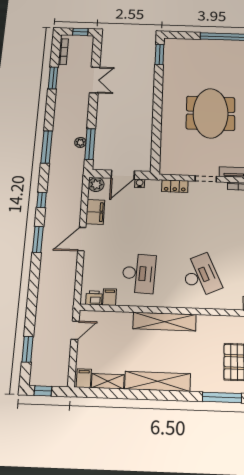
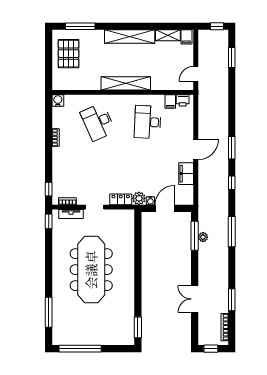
meeting table: (211, 113) -> (91, 270), width x1.36
plant: (96, 185) -> (139, 198), moved

